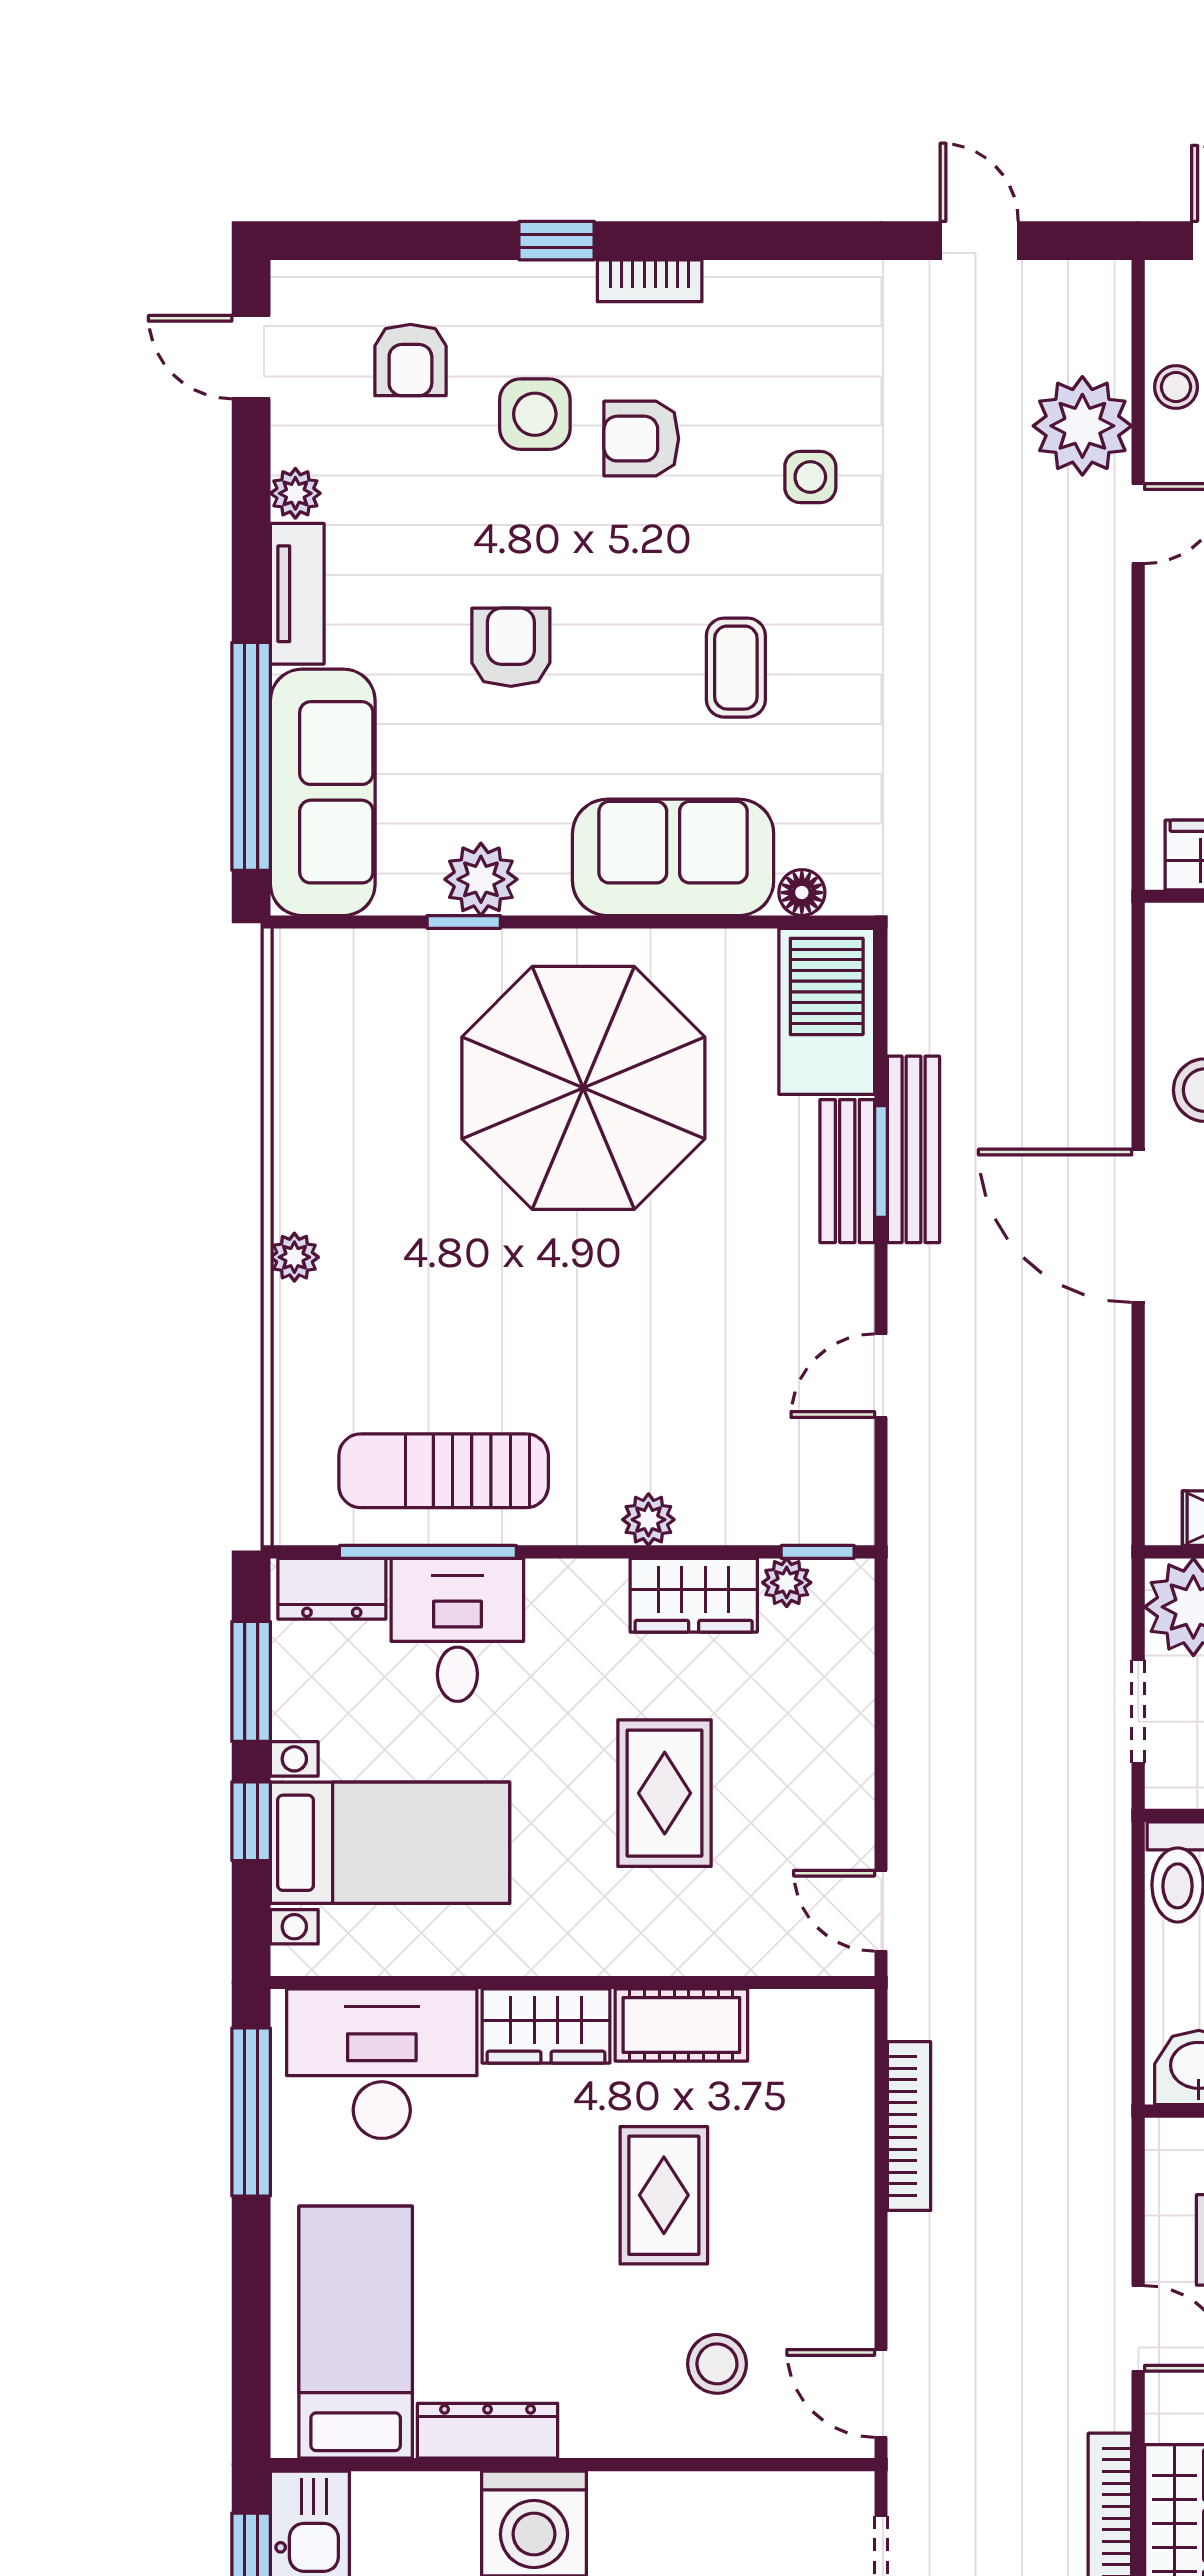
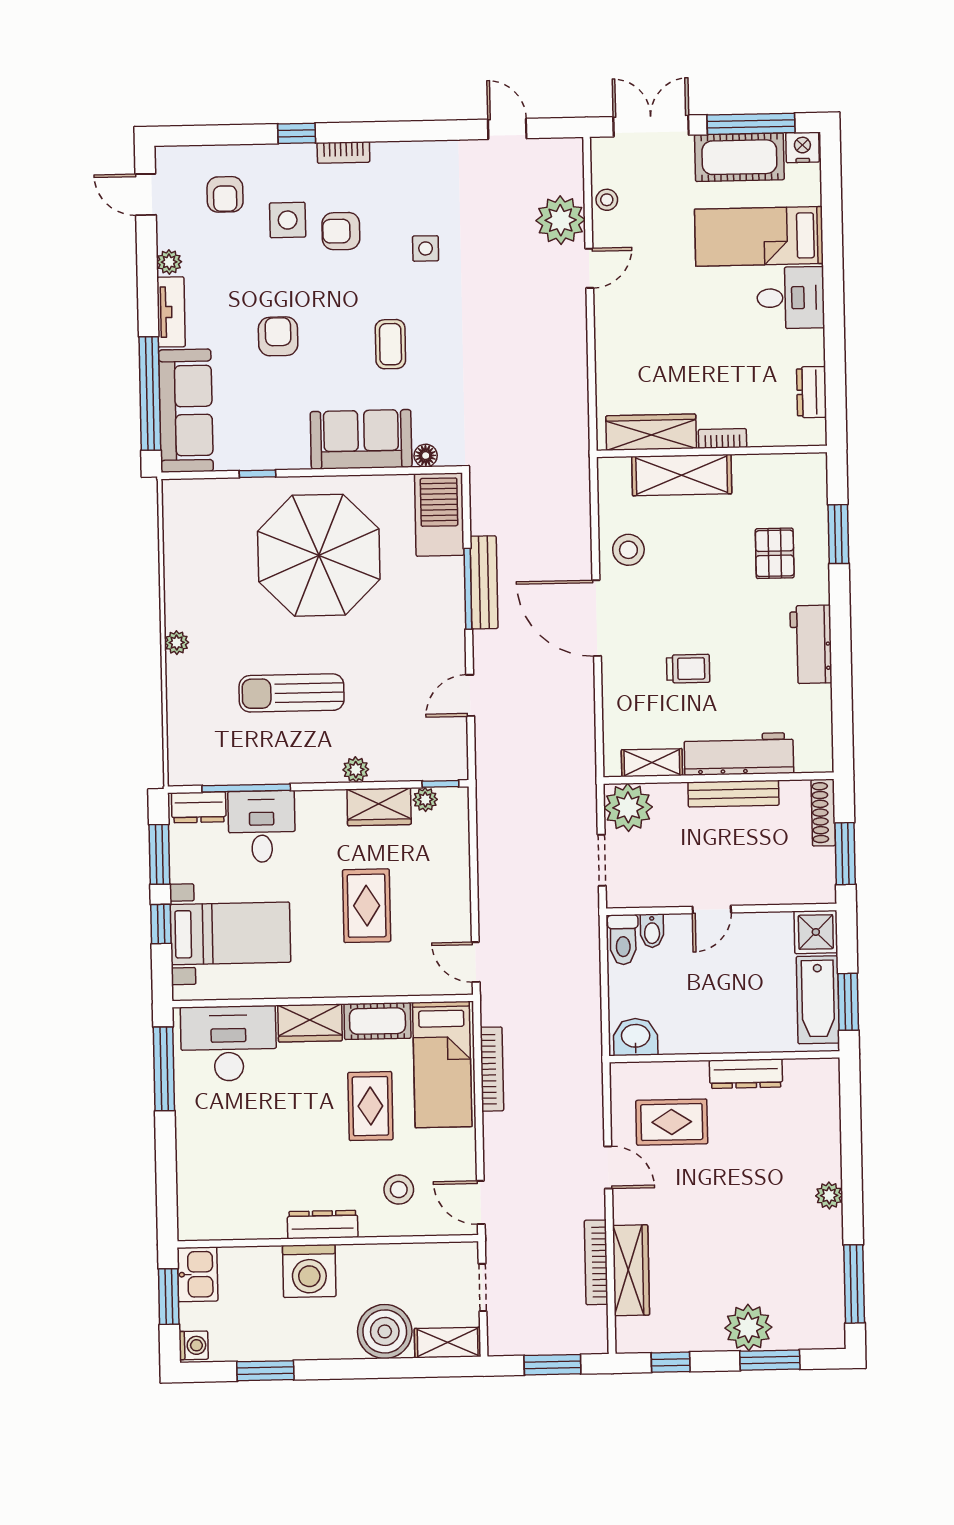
plant: (481, 879) -> (266, 452), removed
window: (881, 1161) -> (468, 589), width x1.44
bench: (847, 1171) -> (451, 594), removed
sun lounger: (444, 1471) -> (292, 693), moved
bed: (356, 2332) -> (442, 1065), moved, turned 180
dresser: (488, 2431) -> (323, 1224), moved

